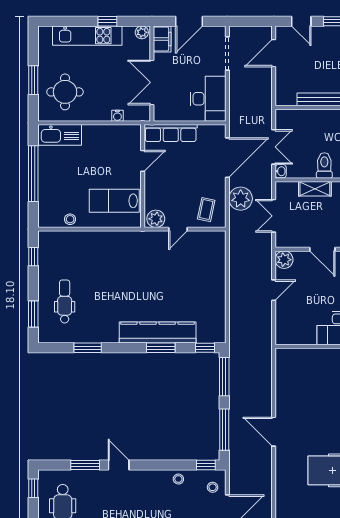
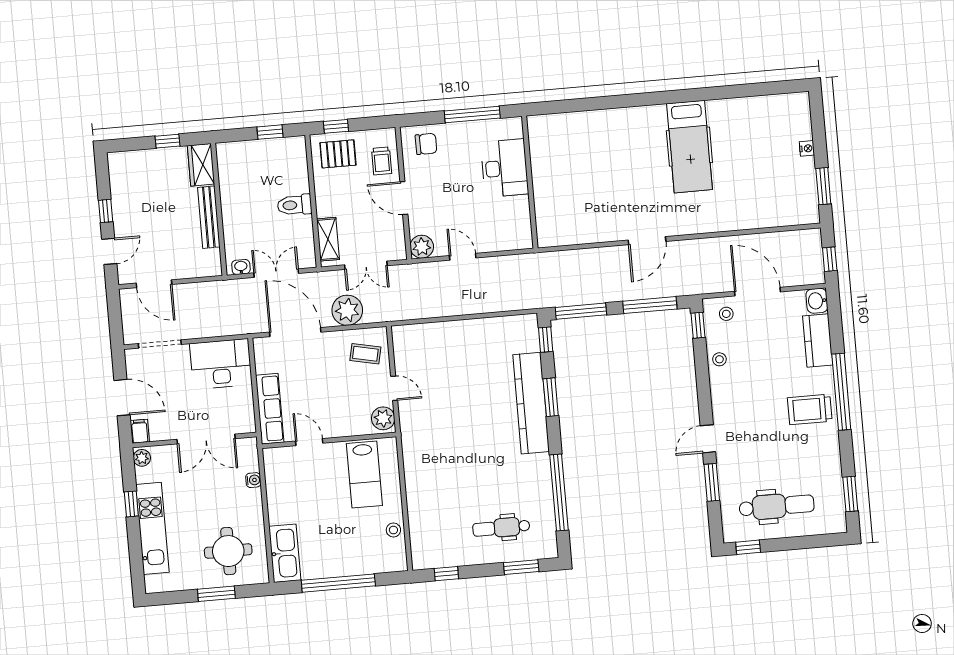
filing cabinet: (162, 39) -> (140, 431), width x0.50
washbasin: (281, 171) -> (241, 267), moved
shelving: (315, 189) -> (328, 239), moved
door: (322, 249) -> (404, 198), swing flipped
window: (88, 348) -> (559, 492), width x2.11

